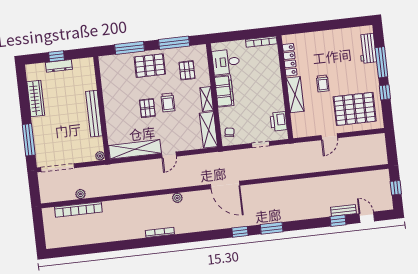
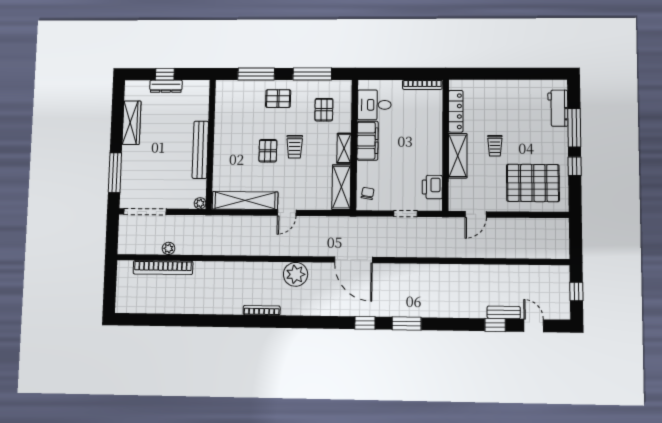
pallet: (150, 66) -> (278, 99), width x0.67, depth x0.71
door: (329, 137) -> (476, 214), moved
plant: (177, 198) -> (296, 274), width x1.87, depth x1.87

